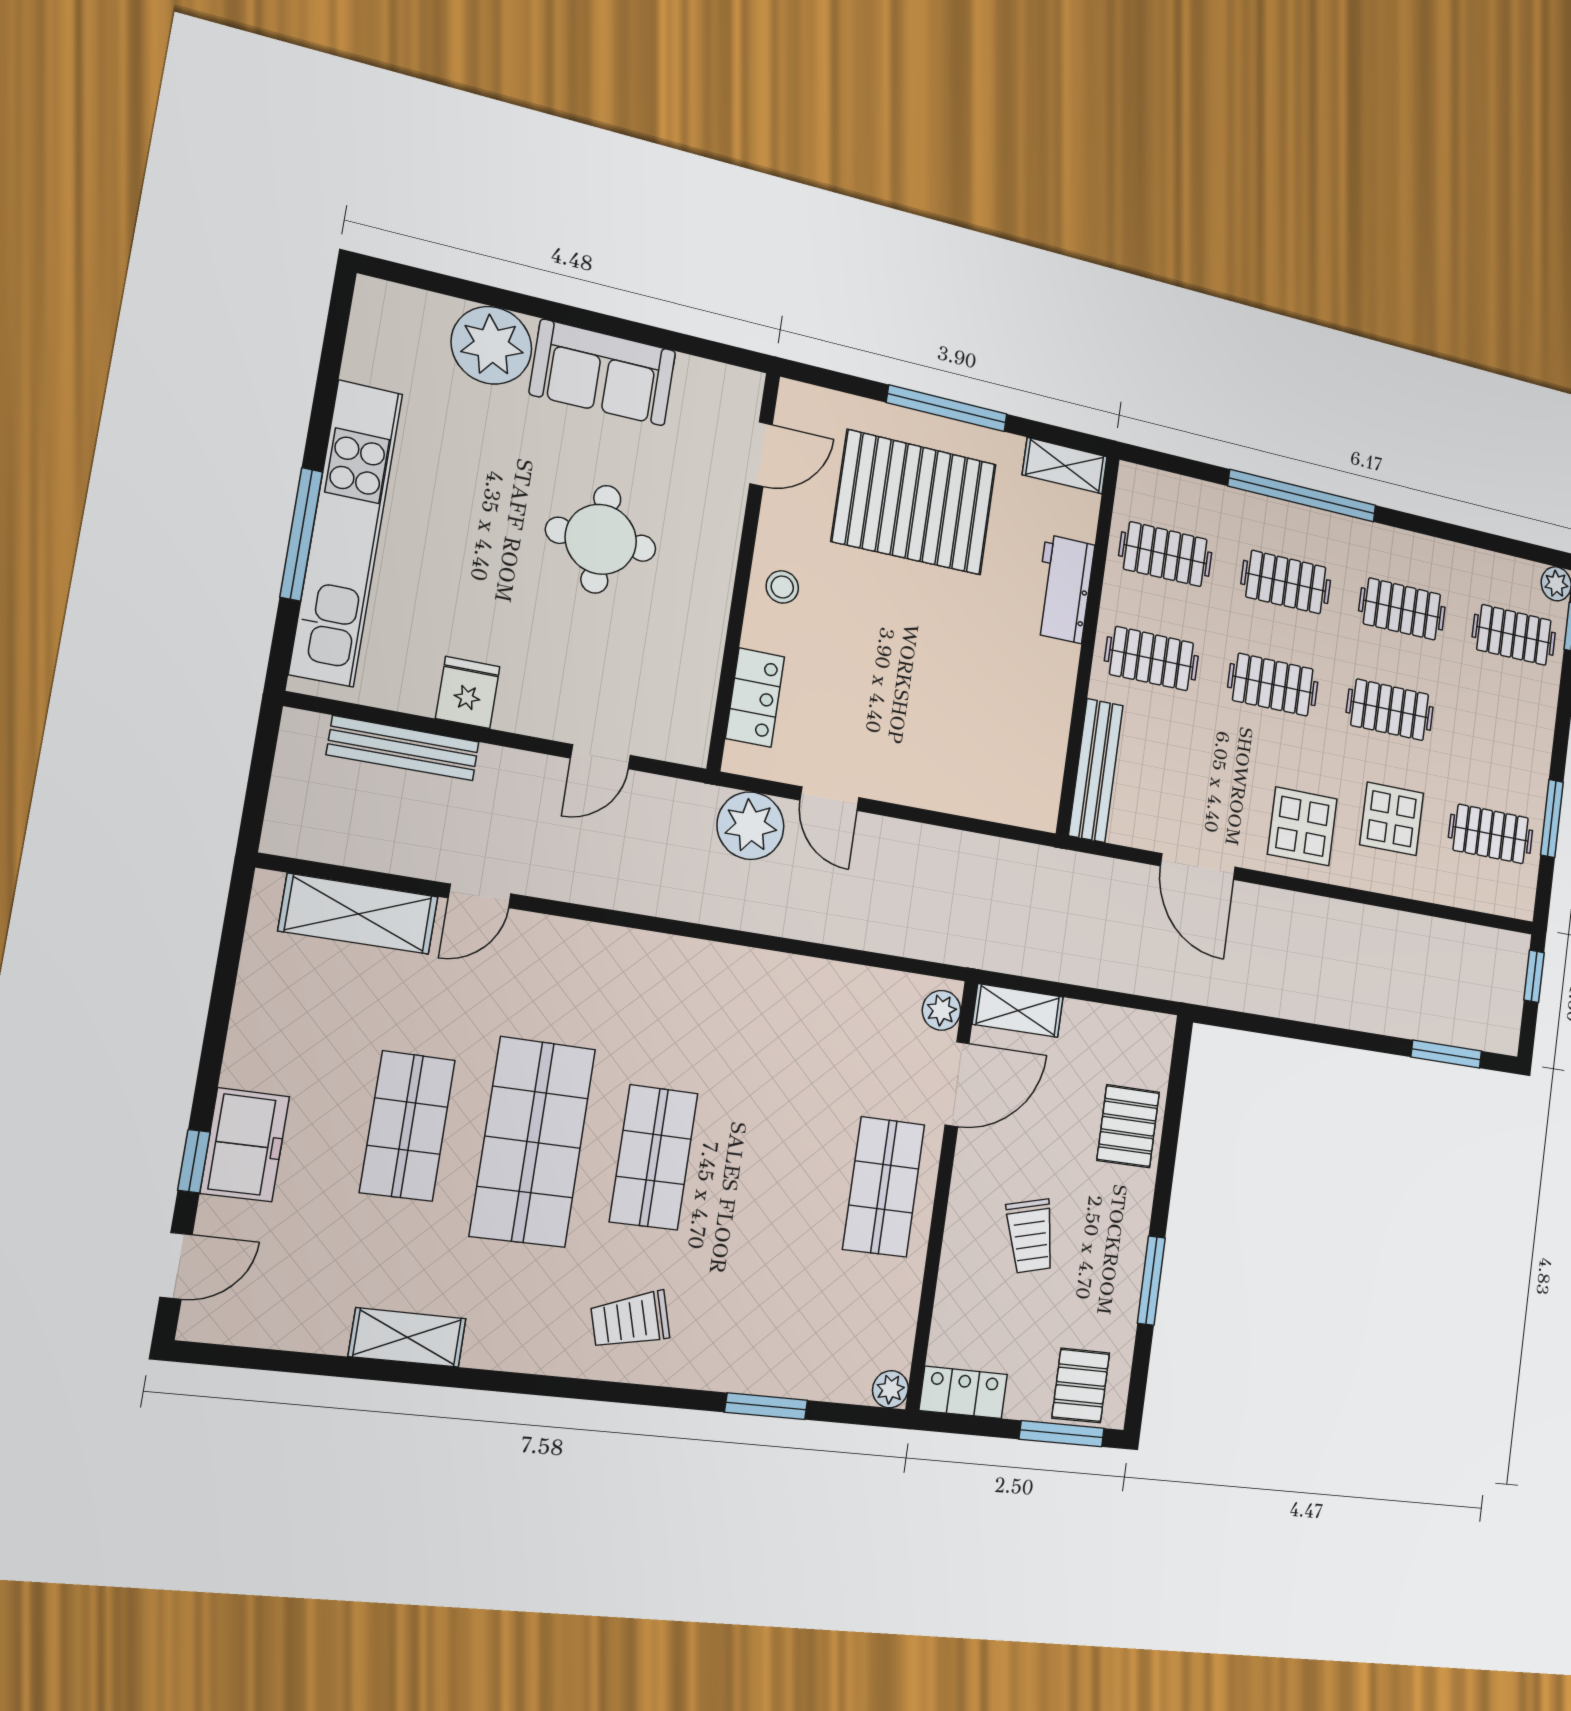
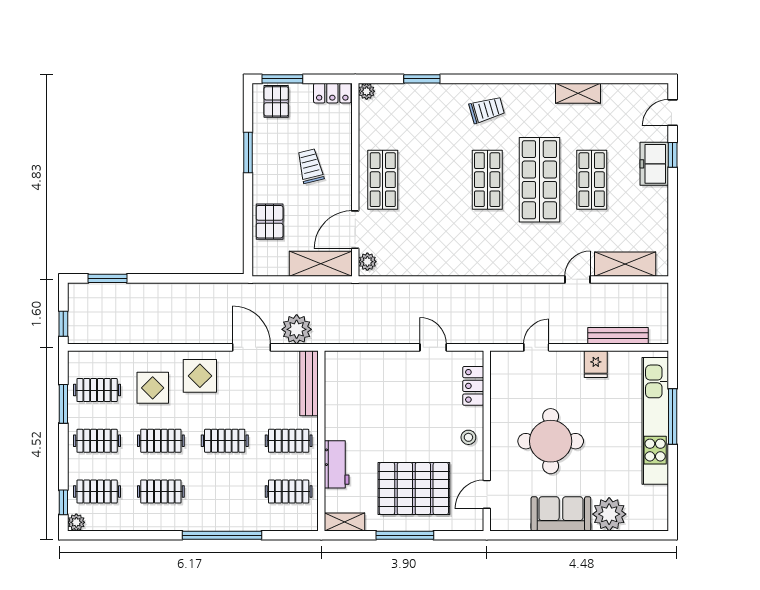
round table: (601, 539) -> (551, 441), width x1.36, depth x1.36
clothes rail: (1286, 582) -> (97, 441), moved
plant: (750, 826) -> (297, 329), moved
shelving: (1018, 1011) -> (321, 264), width x1.50, depth x1.33

